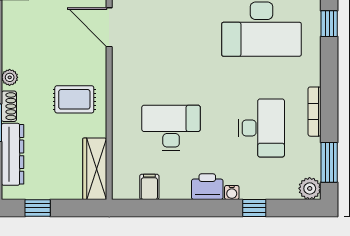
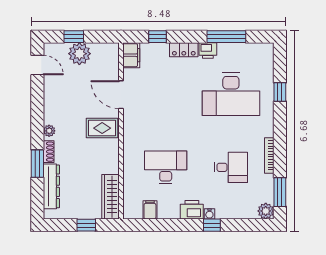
rug: (74, 99) -> (102, 128), moved
desk: (261, 128) -> (231, 167), width x0.73
window: (38, 208) -> (86, 225), moved
window: (254, 208) -> (212, 225), moved

